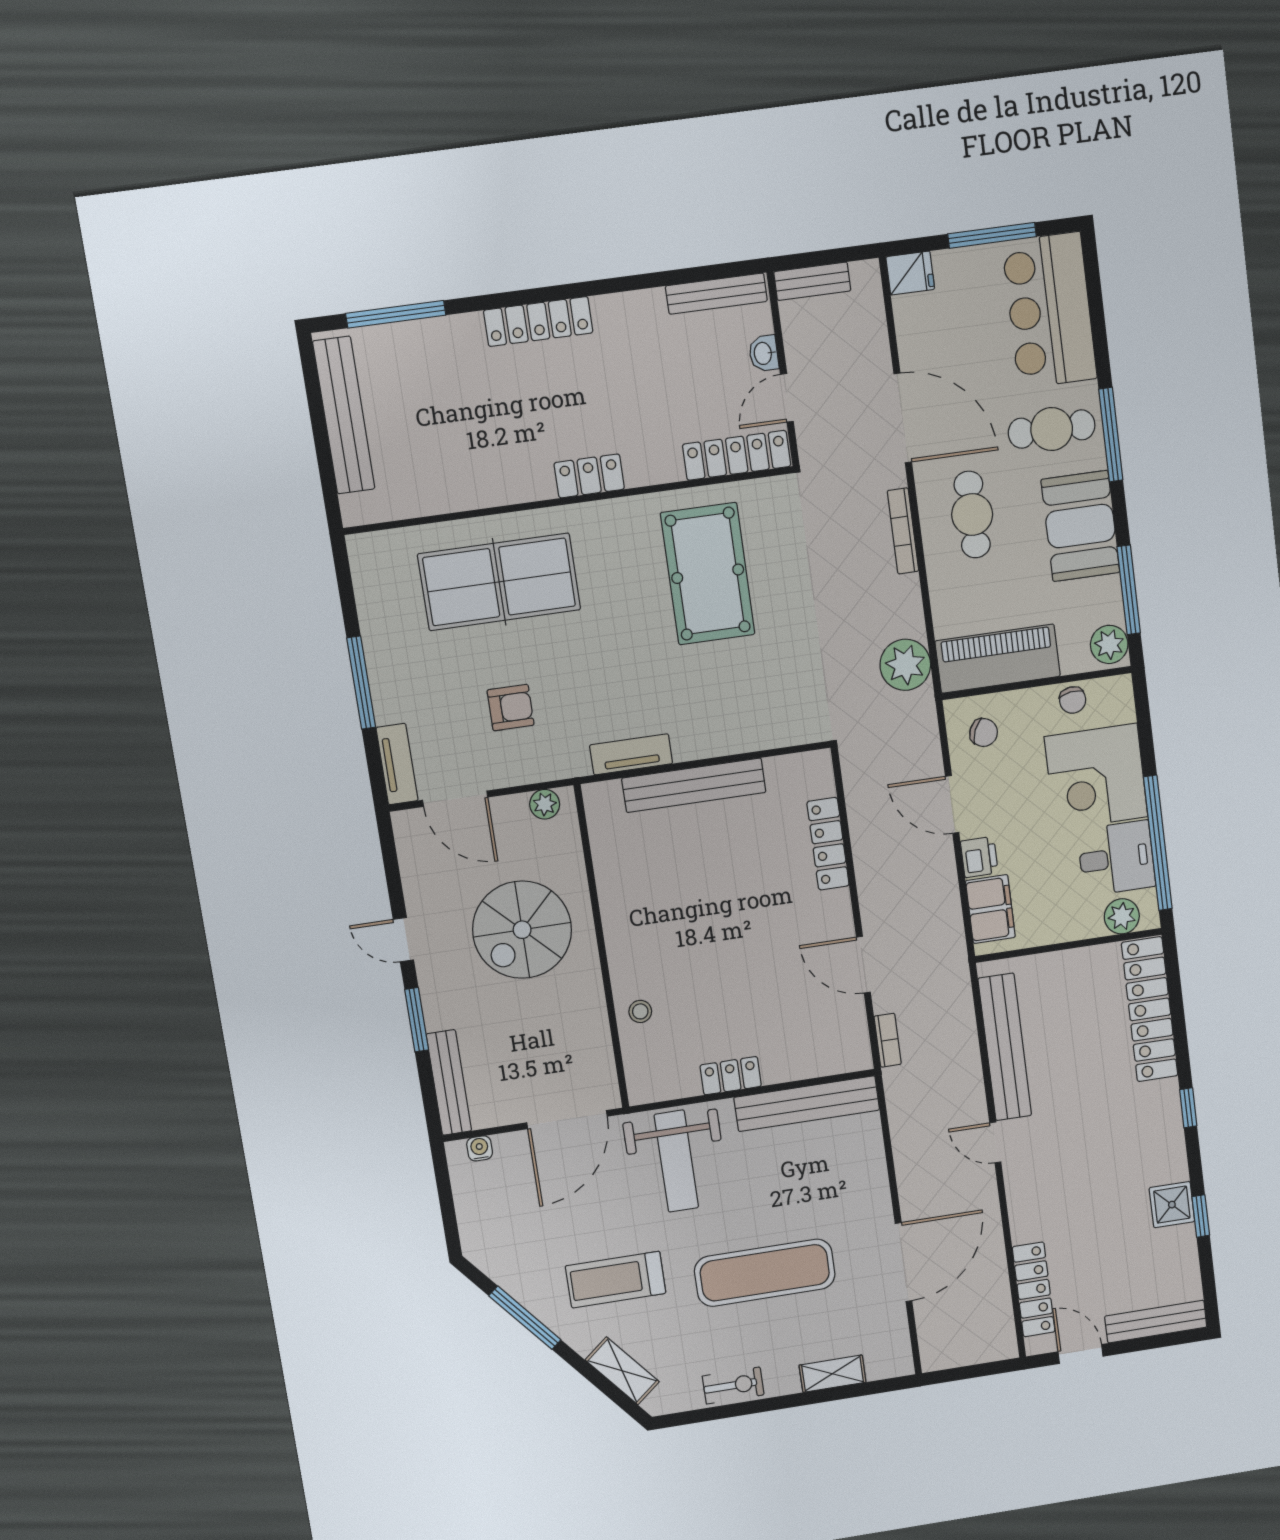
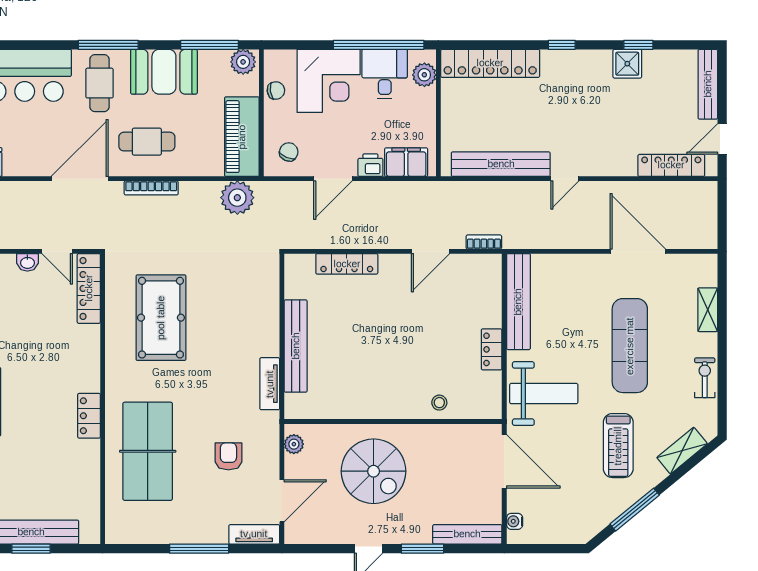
window: (318, 419) -> (31, 549), added
locker: (589, 476) -> (89, 416), moved
pool table: (708, 574) -> (161, 318), turned 90

